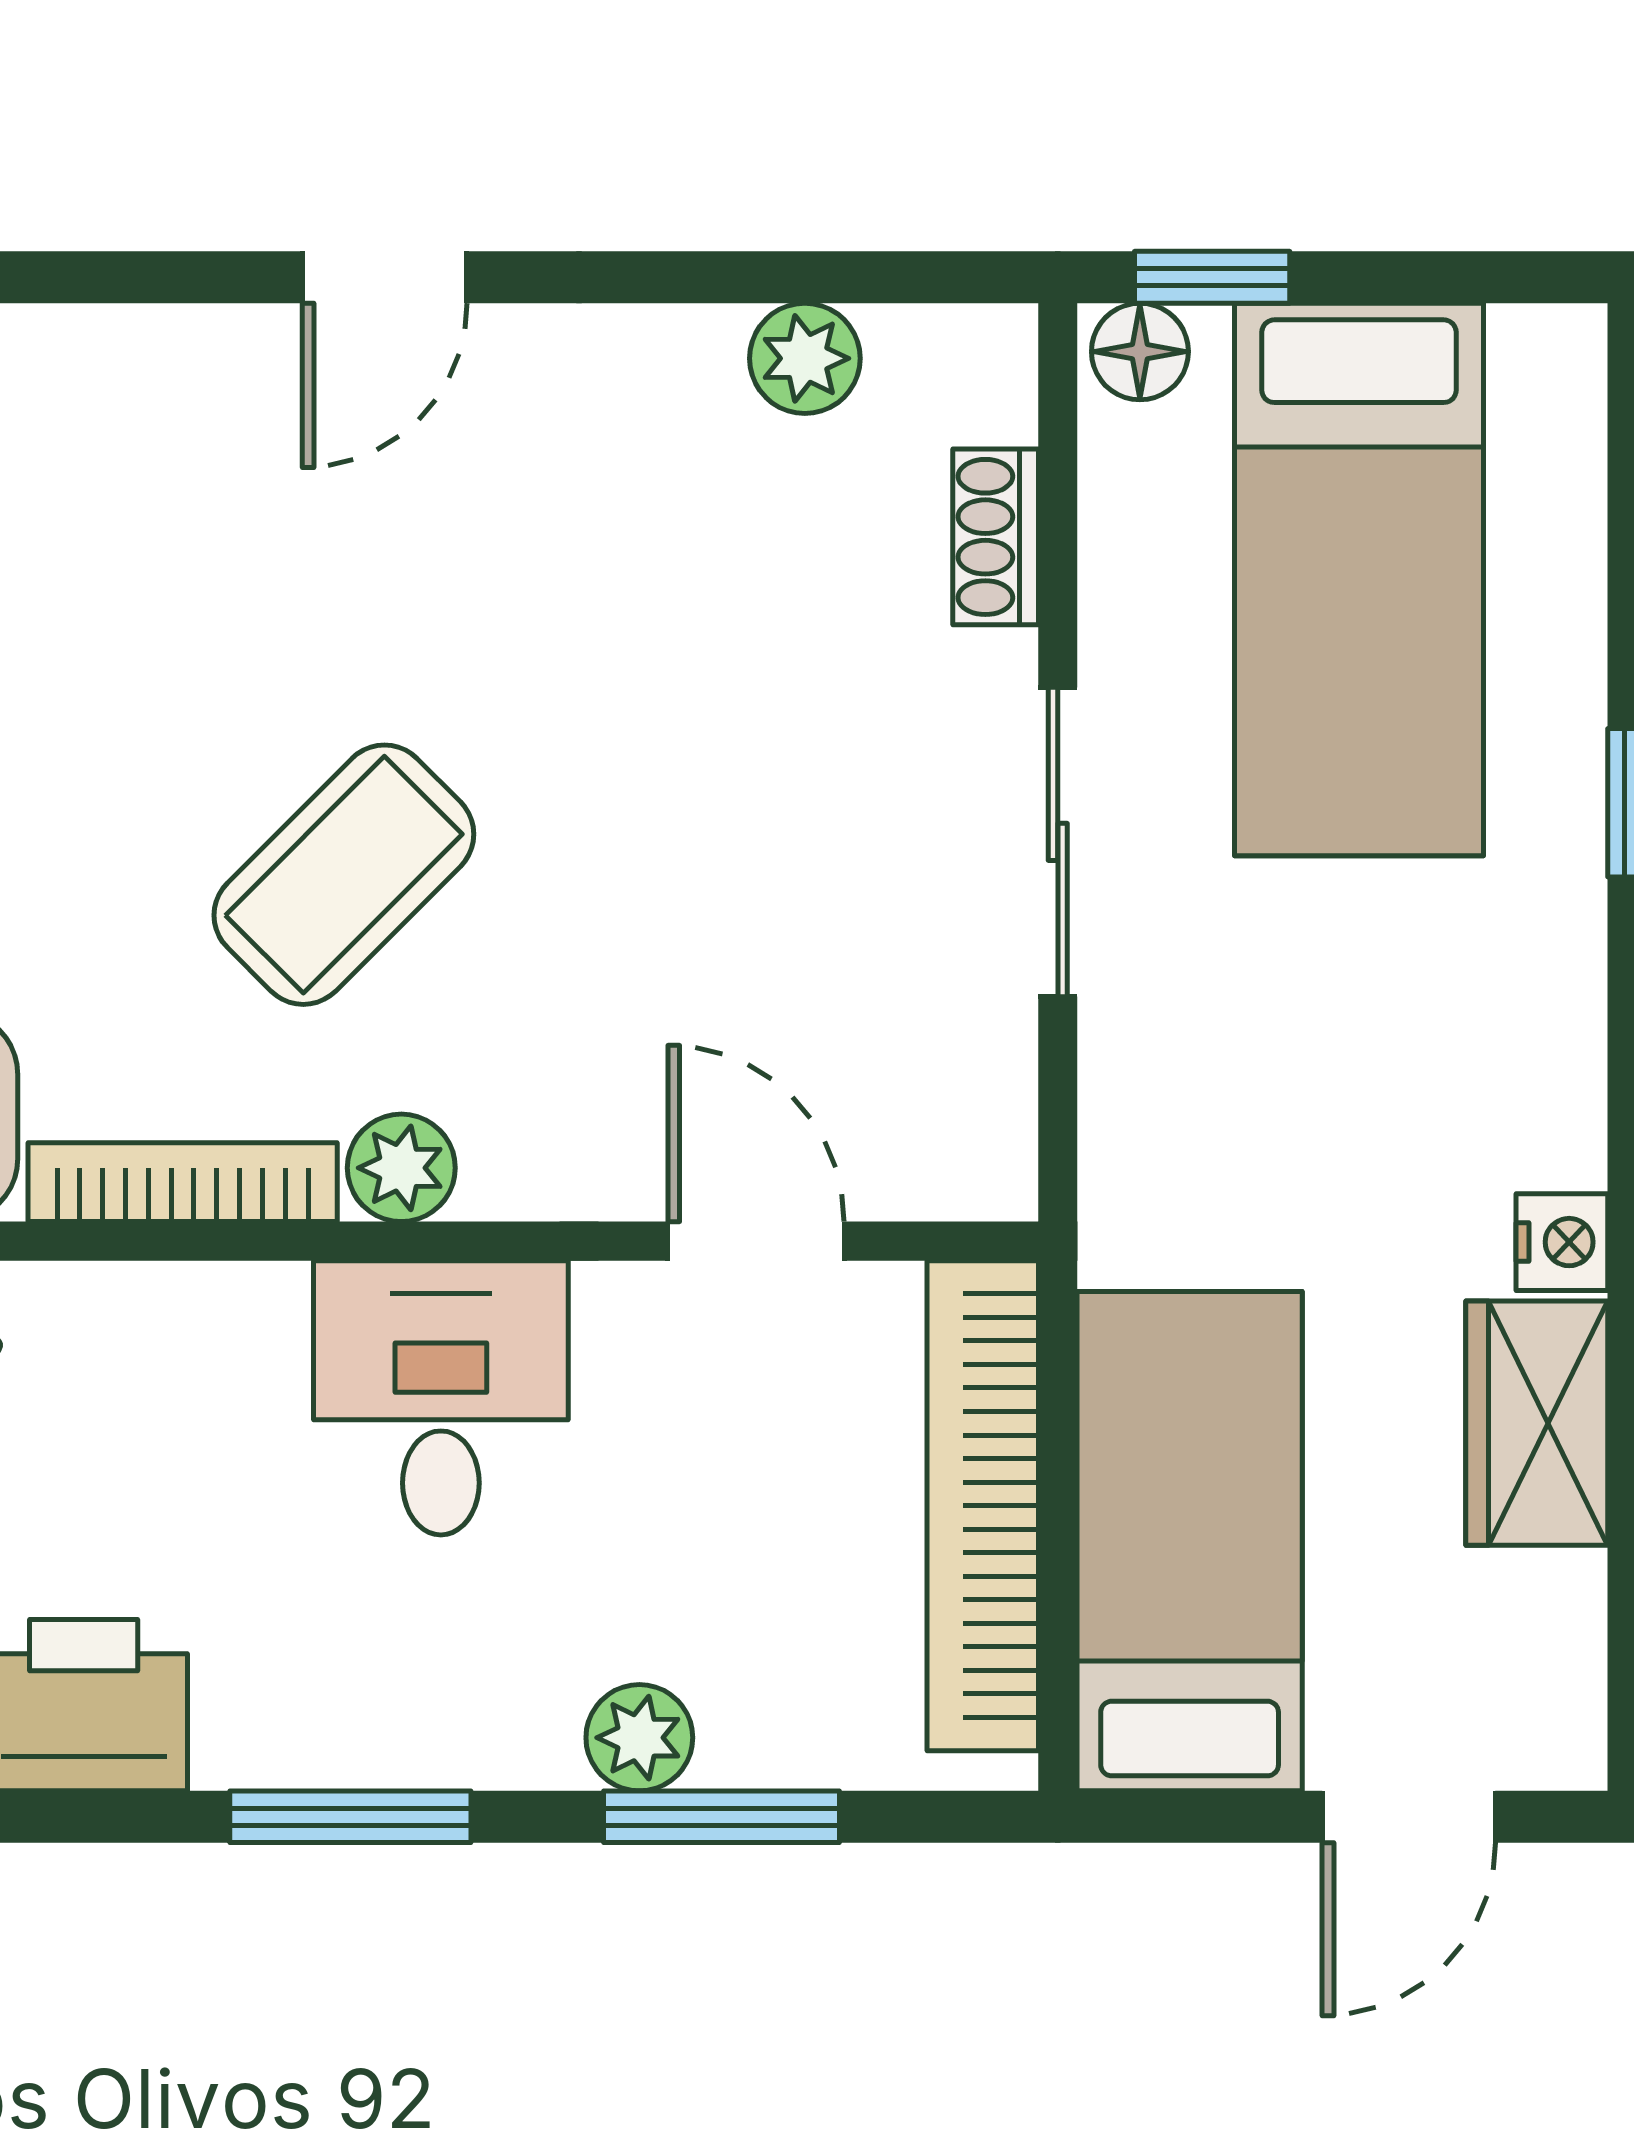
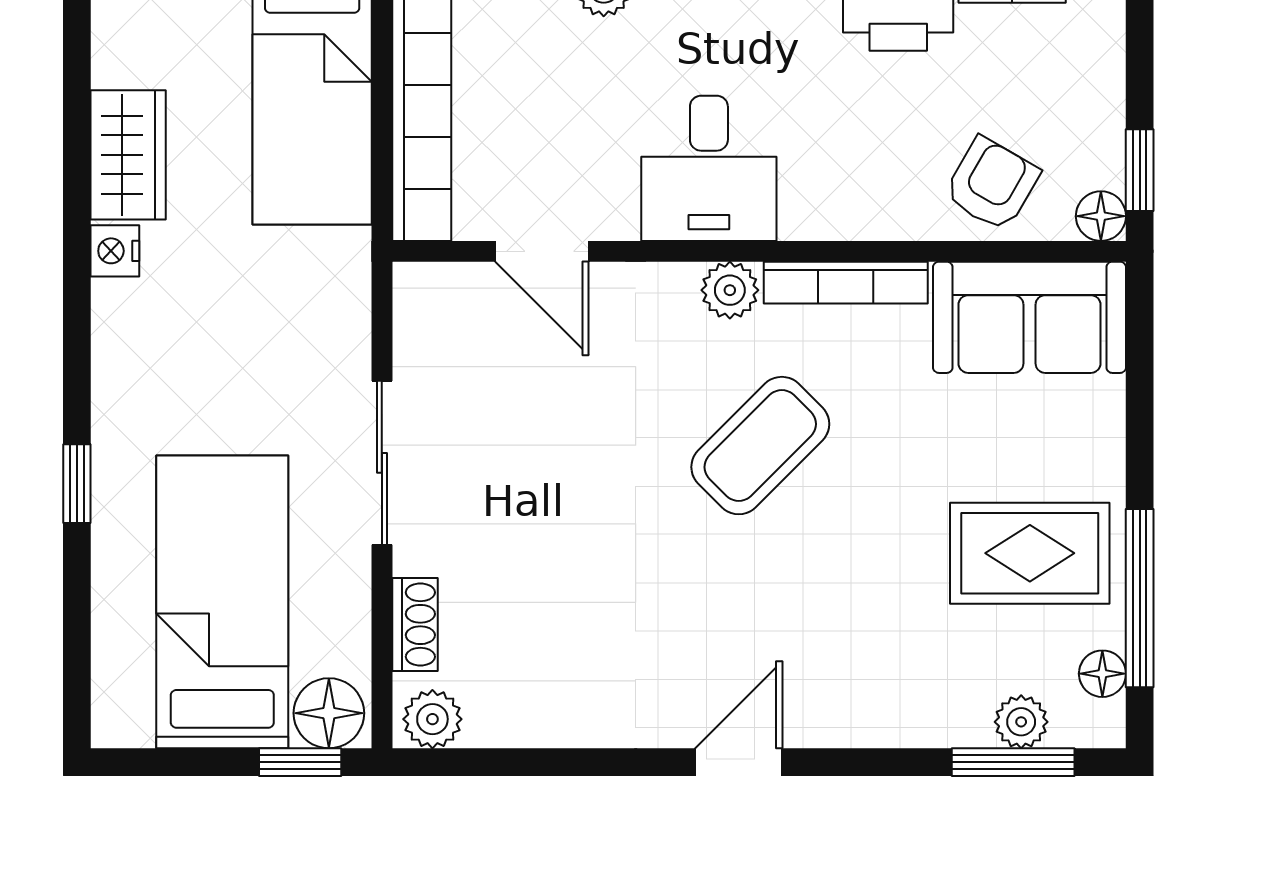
floor lamp: (1140, 352) -> (329, 713), width x1.37, depth x1.37
plant: (805, 358) -> (432, 719), moved

